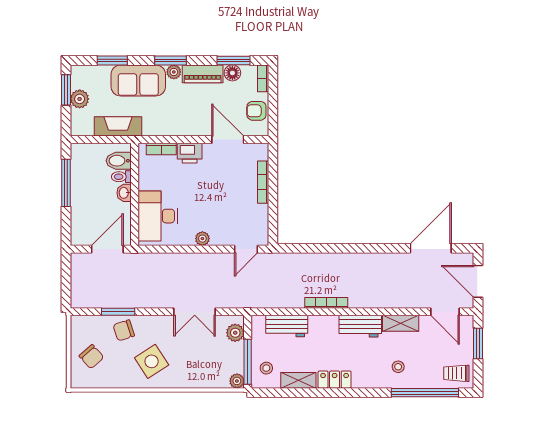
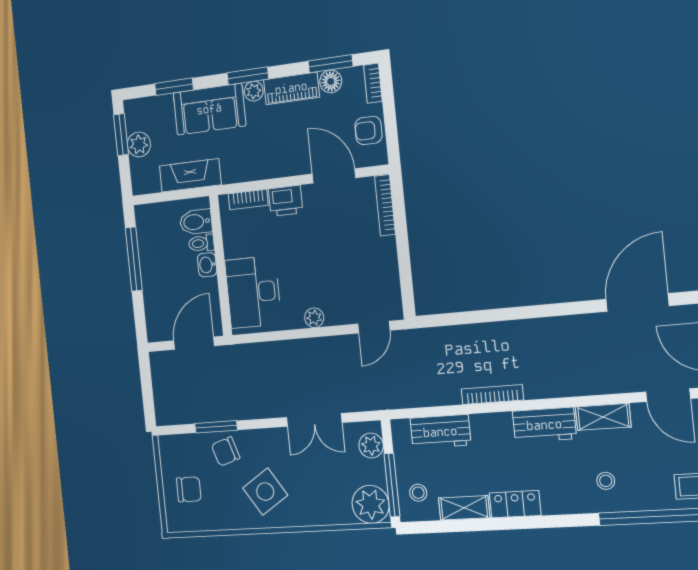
bookcase: (263, 182) -> (385, 205), moved
chair: (91, 357) -> (189, 489), turned -48
plant: (237, 381) -> (371, 504), width x1.88, depth x1.88

